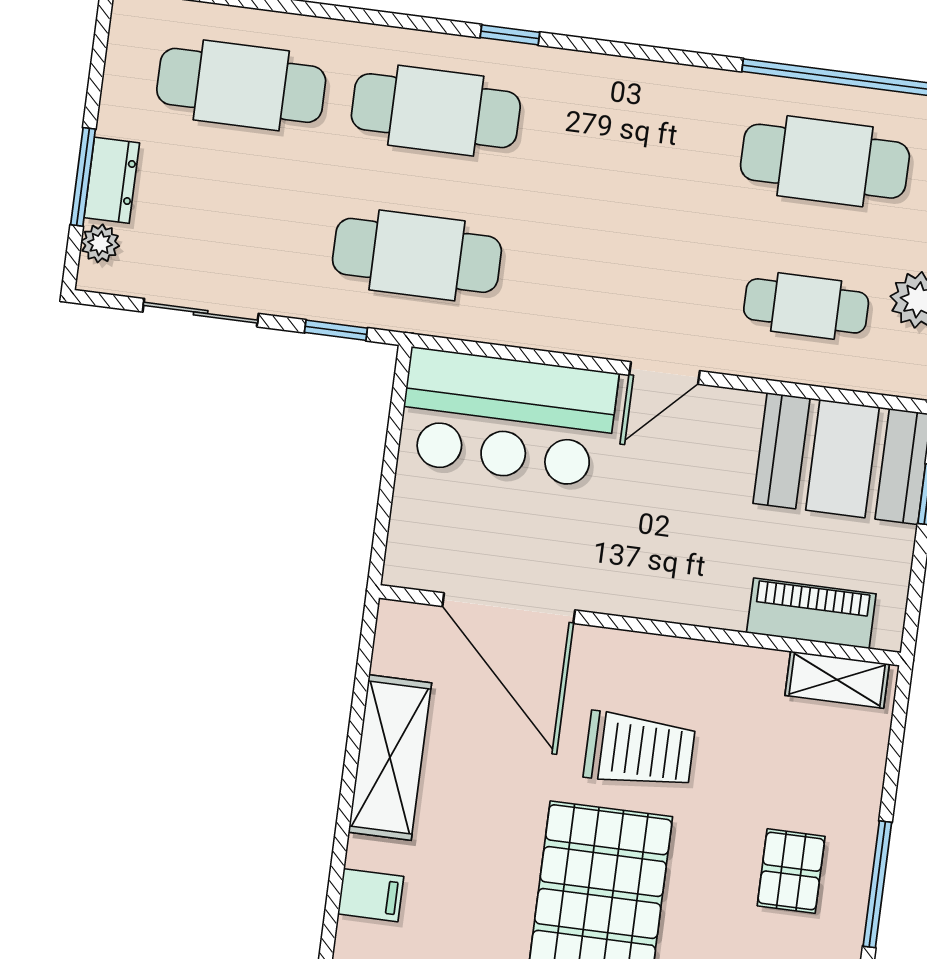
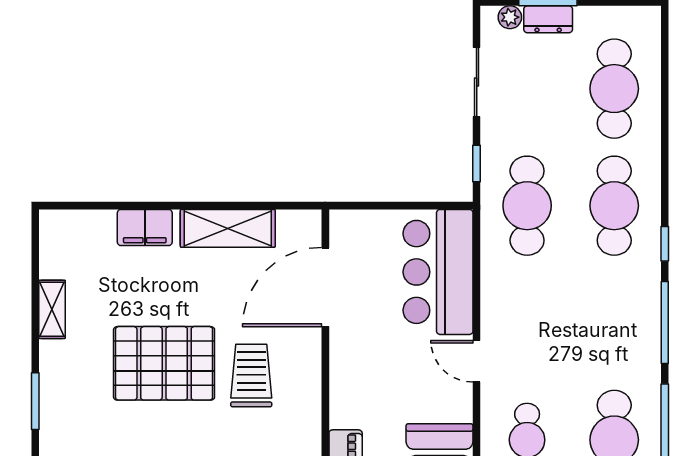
window: (641, 52) -> (665, 322), added
trolley: (639, 750) -> (251, 375), turned 180
filing cabinet: (371, 895) -> (145, 227), width x2.00

